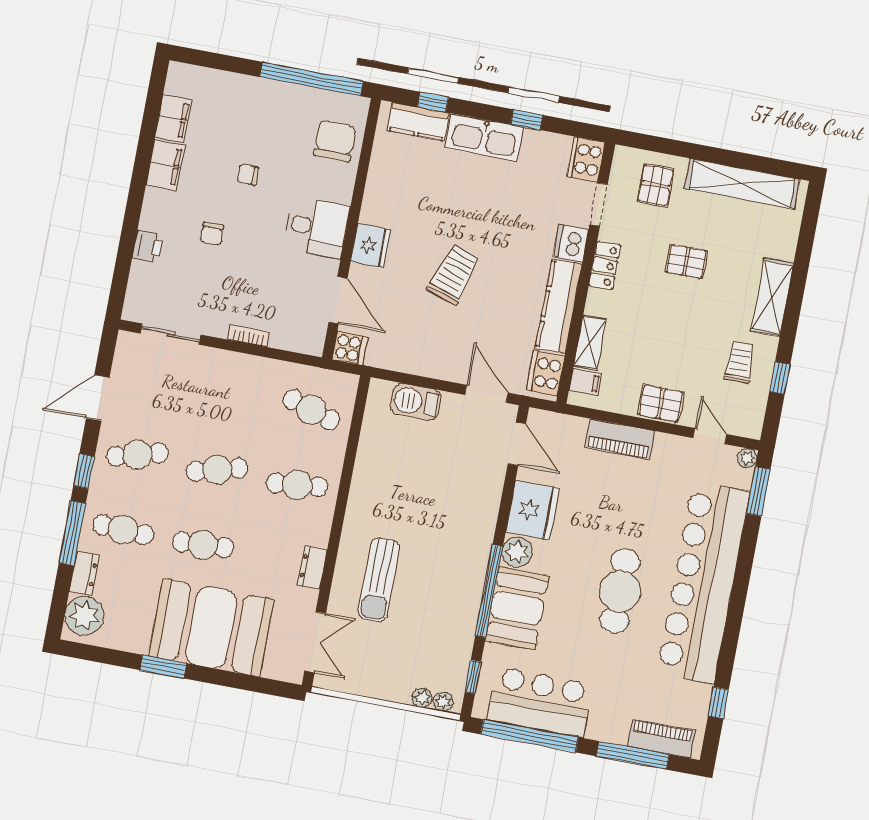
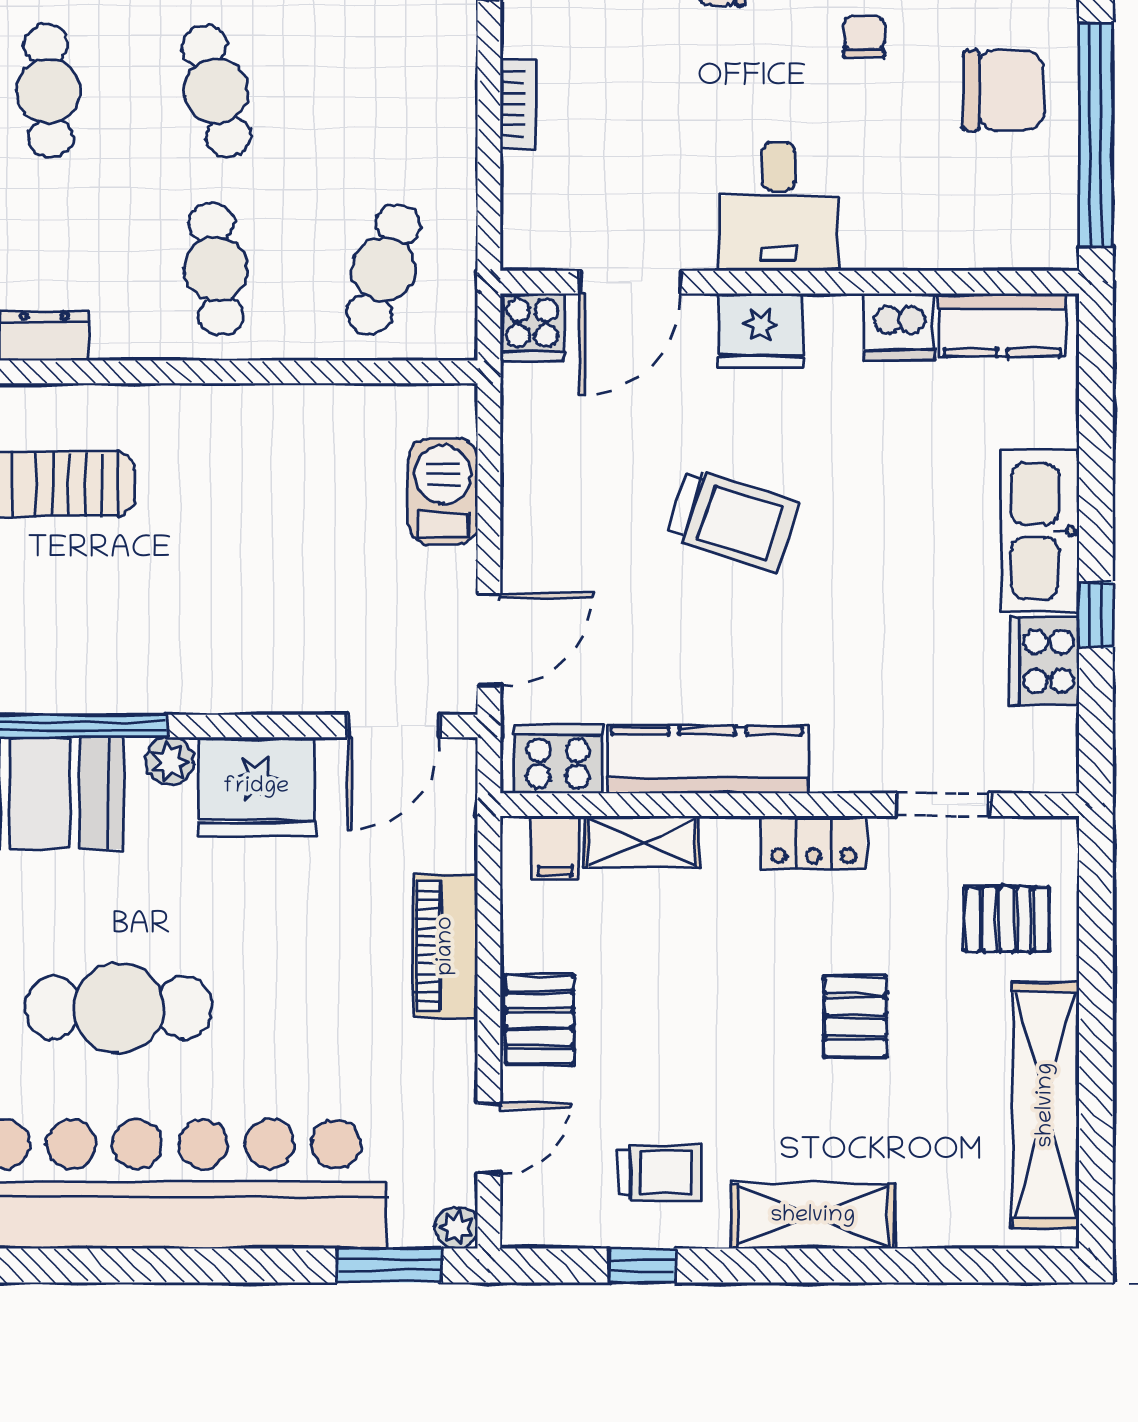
window: (433, 102) -> (1096, 406), removed
kitchen counter: (418, 122) -> (1002, 325), moved, turned -90
chair: (335, 141) -> (1003, 90), moved
cooker: (586, 159) -> (1044, 661), moved, turned -90
dishwasher: (571, 243) -> (899, 327), moved, turned 180
plant: (517, 552) -> (170, 761), width x0.73, depth x0.73

